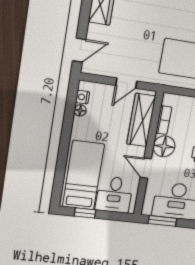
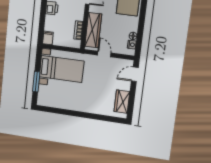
door: (126, 83) -> (104, 54), hinge flipped
floor lamp: (164, 146) -> (77, 13), removed

